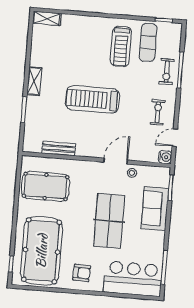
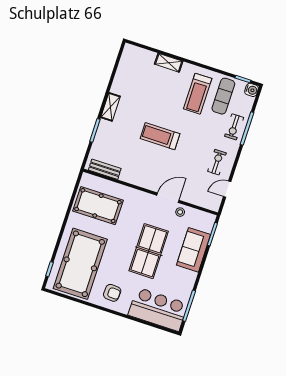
shelving: (47, 18) -> (169, 63), moved
treadmill: (92, 99) -> (160, 136), width x0.73, depth x0.73
bench: (59, 148) -> (105, 169), moved
water cooler: (165, 157) -> (252, 90), moved

